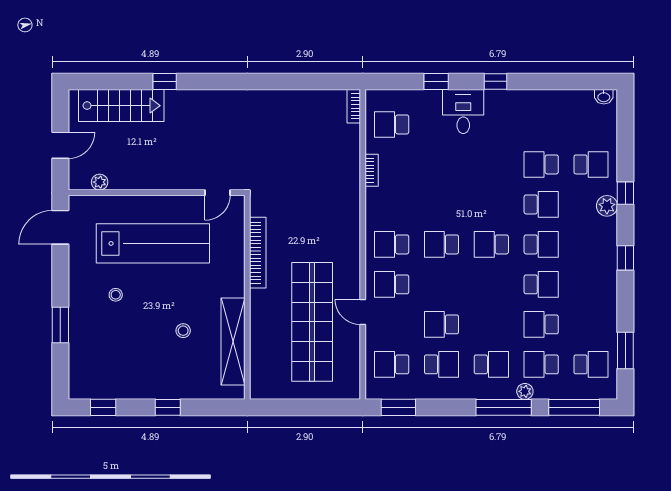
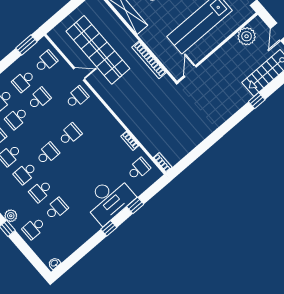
desk: (463, 112) -> (109, 199), width x1.87, depth x1.30
plant: (100, 182) -> (247, 36), width x1.87, depth x1.87
school desk: (392, 244) -> (17, 118), moved, turned 180

